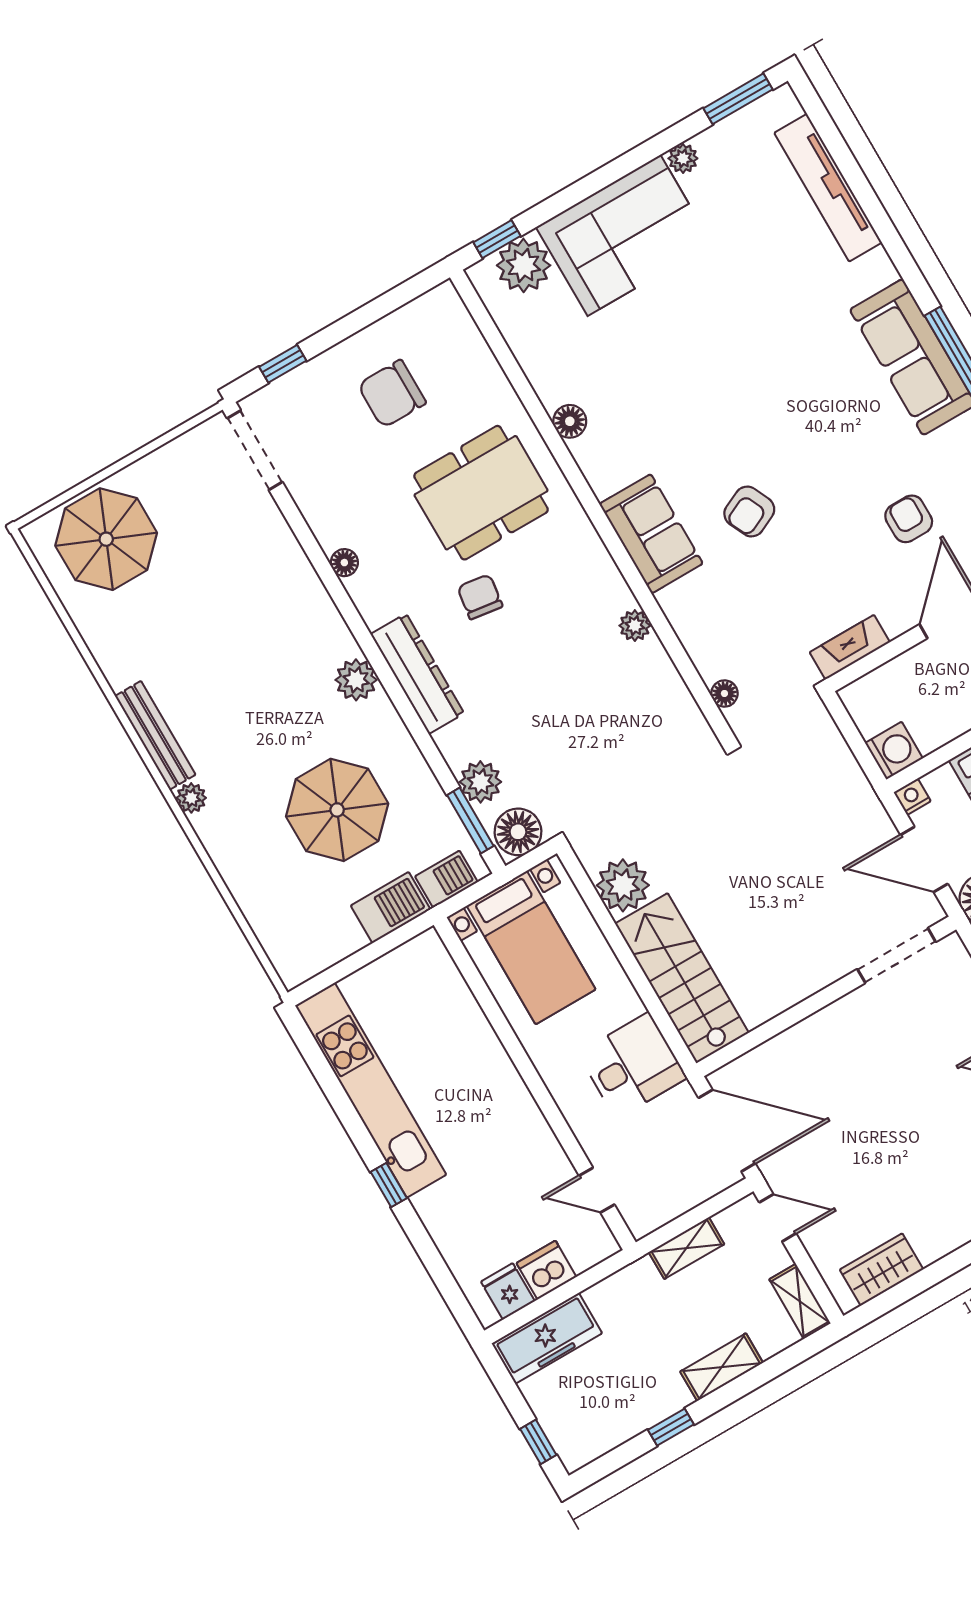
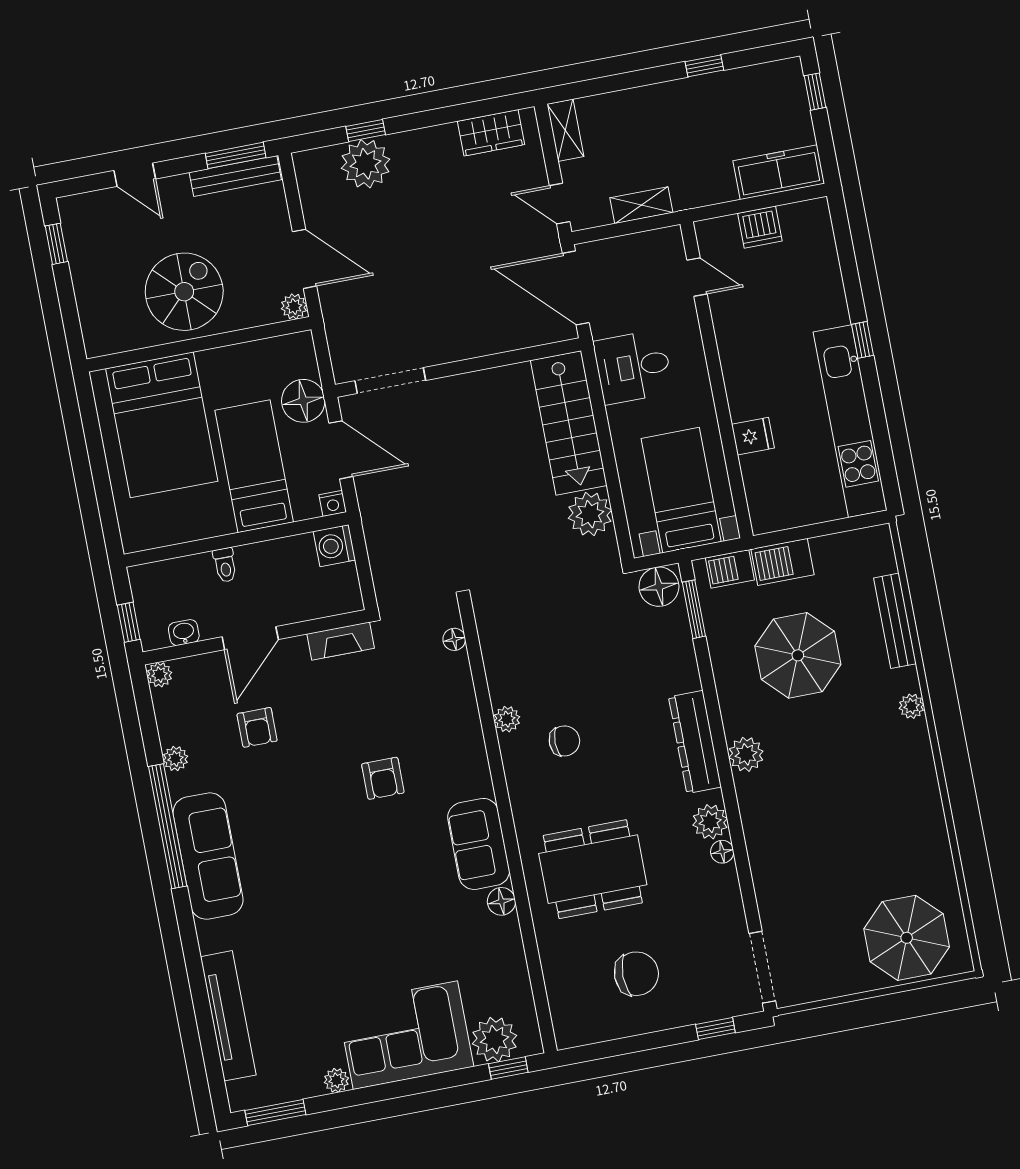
armchair: (749, 511) -> (383, 778), turned 115
sofa: (651, 534) -> (479, 844), moved
chair: (480, 597) -> (564, 741), moved, turned -98
bench: (155, 735) -> (895, 621), moved
plant: (480, 782) -> (710, 822), moved
fridge: (508, 1291) -> (753, 436), moved, turned -90
shelving: (722, 1367) -> (647, 100), removed

